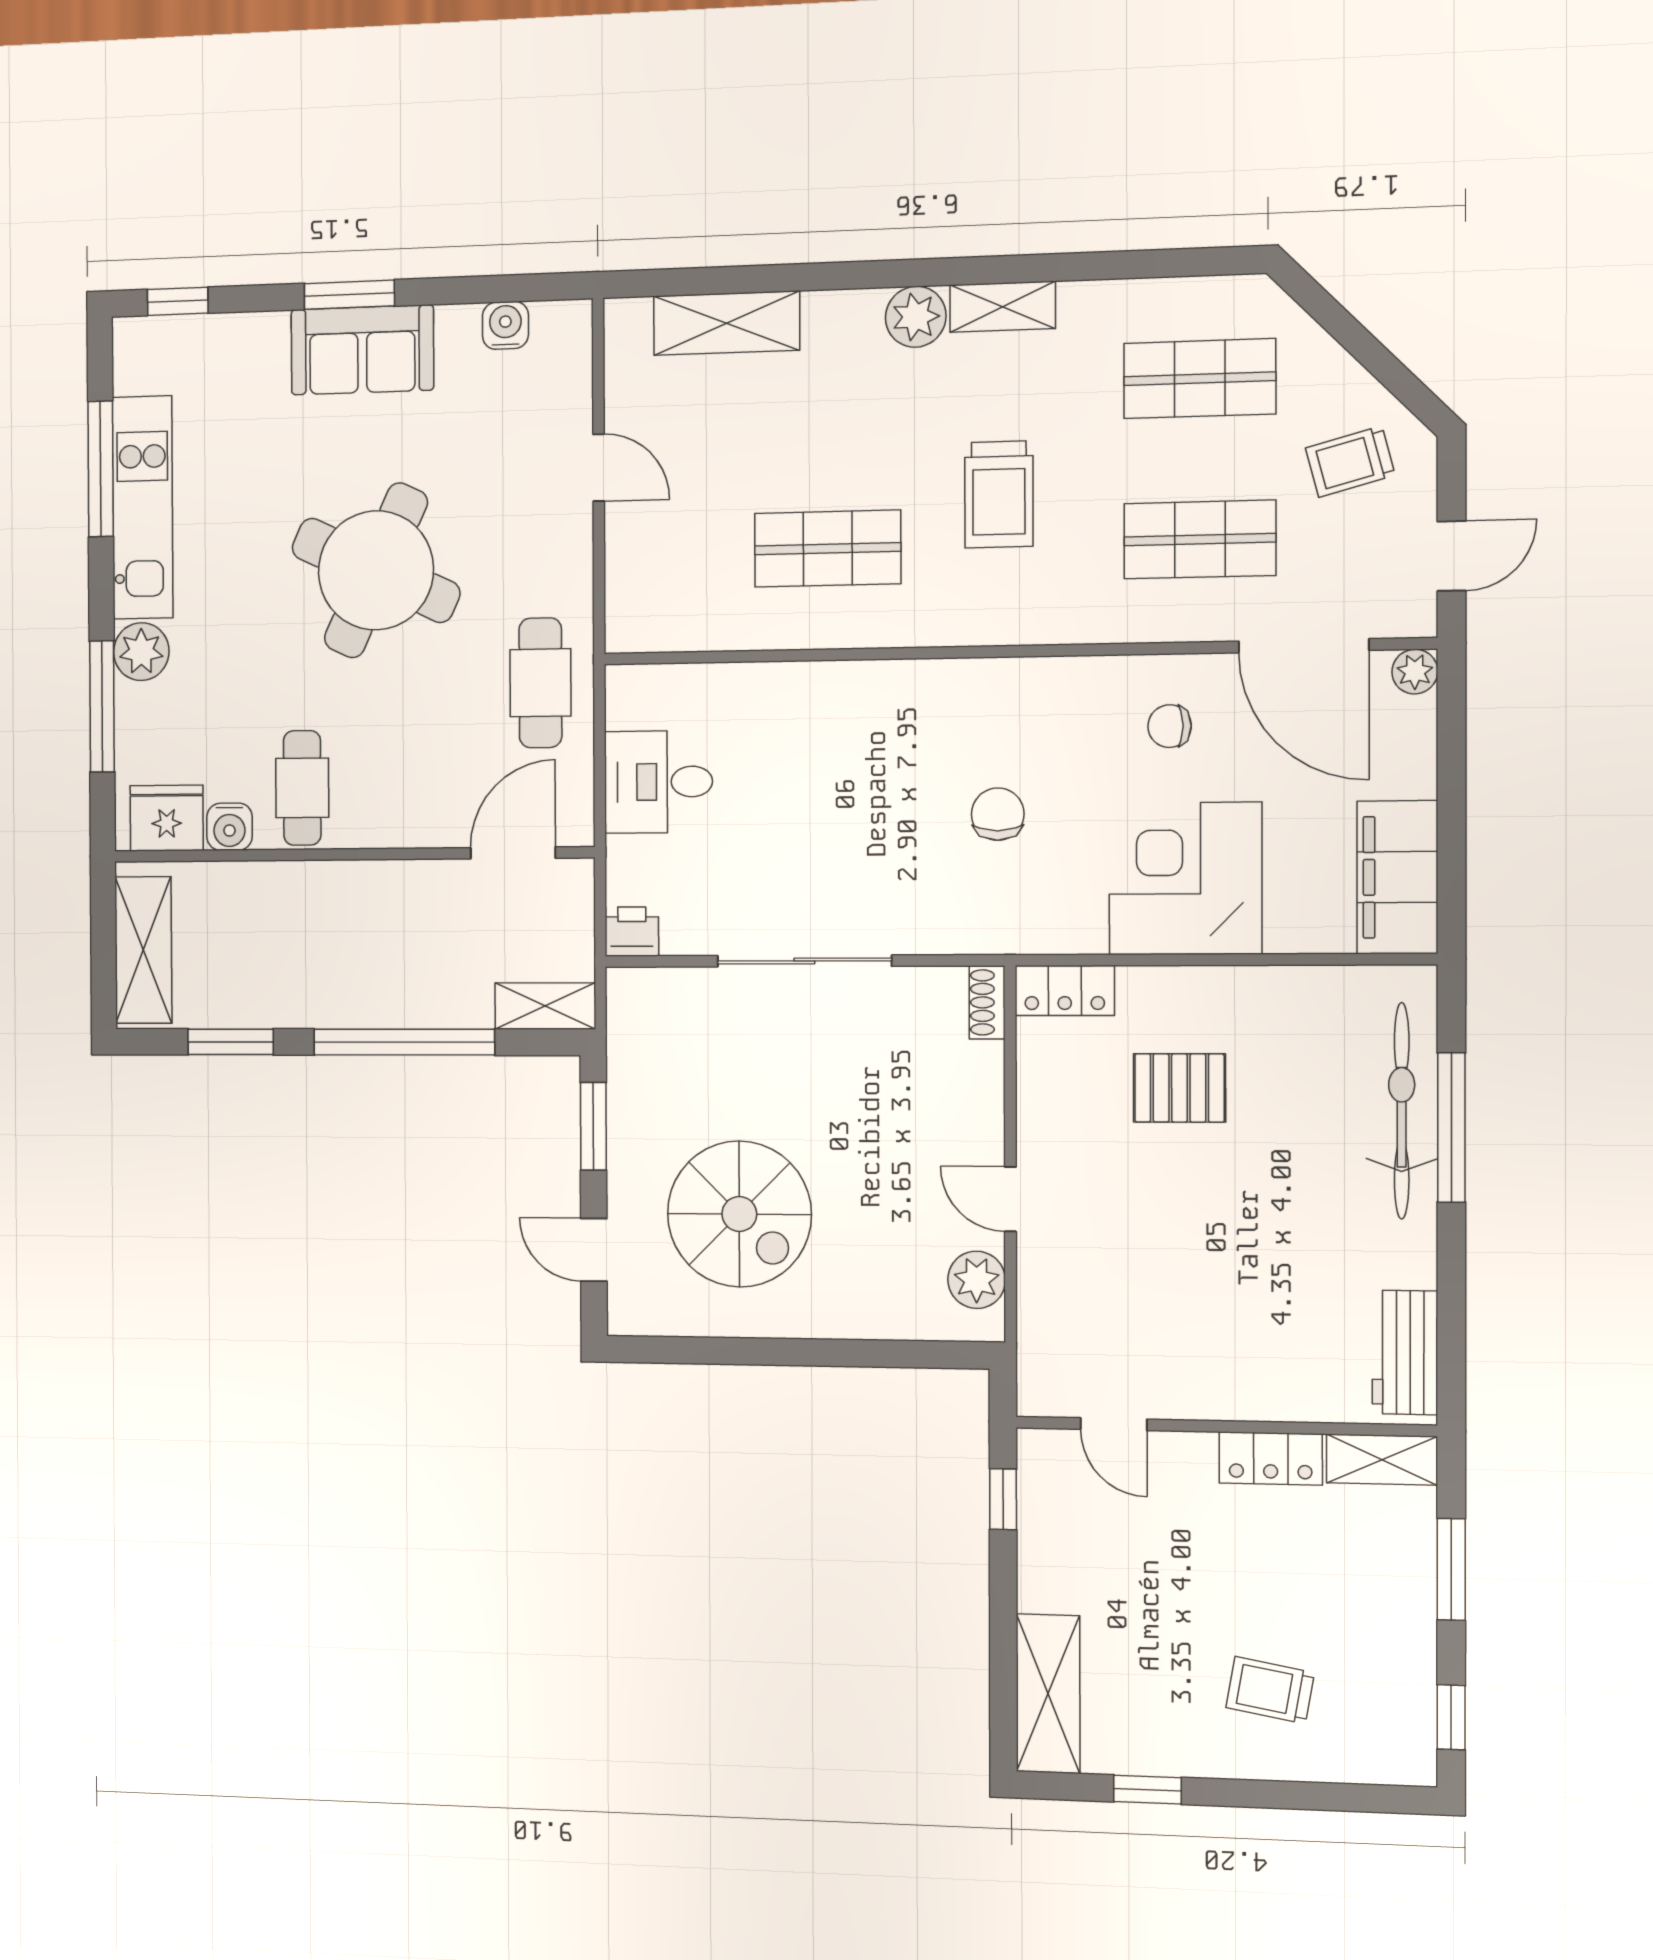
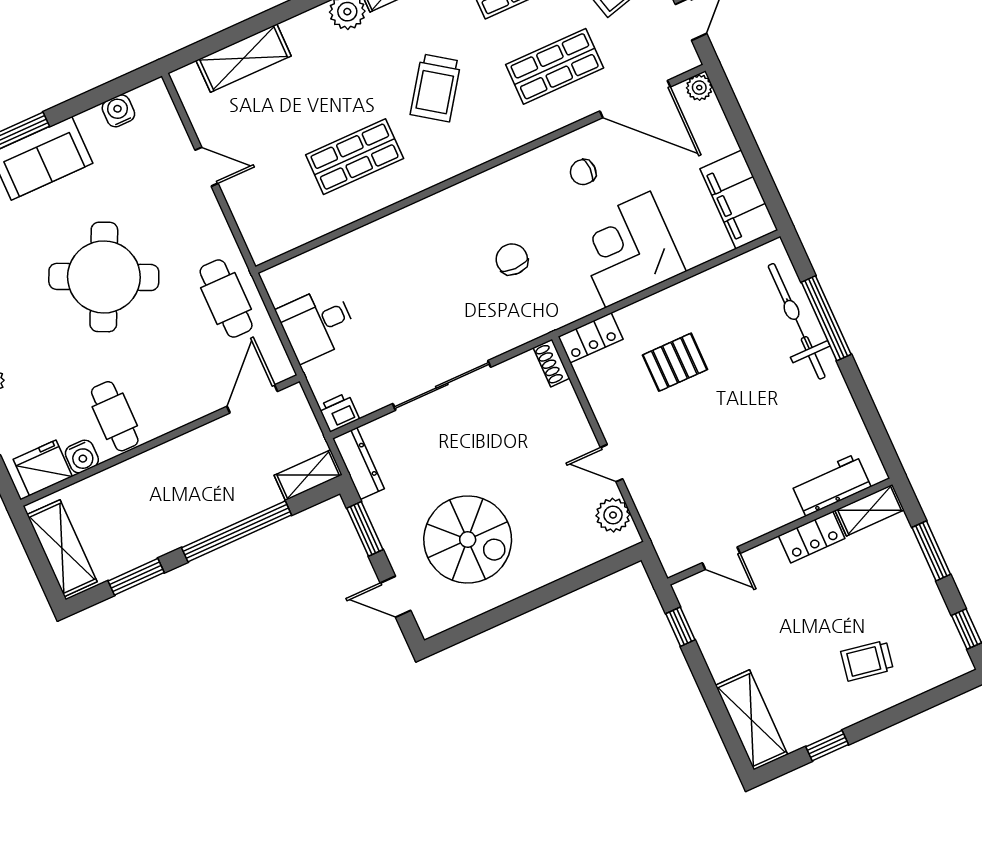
trolley: (999, 494) -> (436, 88), turned 35
dresser: (627, 1023) -> (358, 464), added
workbench: (1405, 1352) -> (831, 485), moved, turned 90

